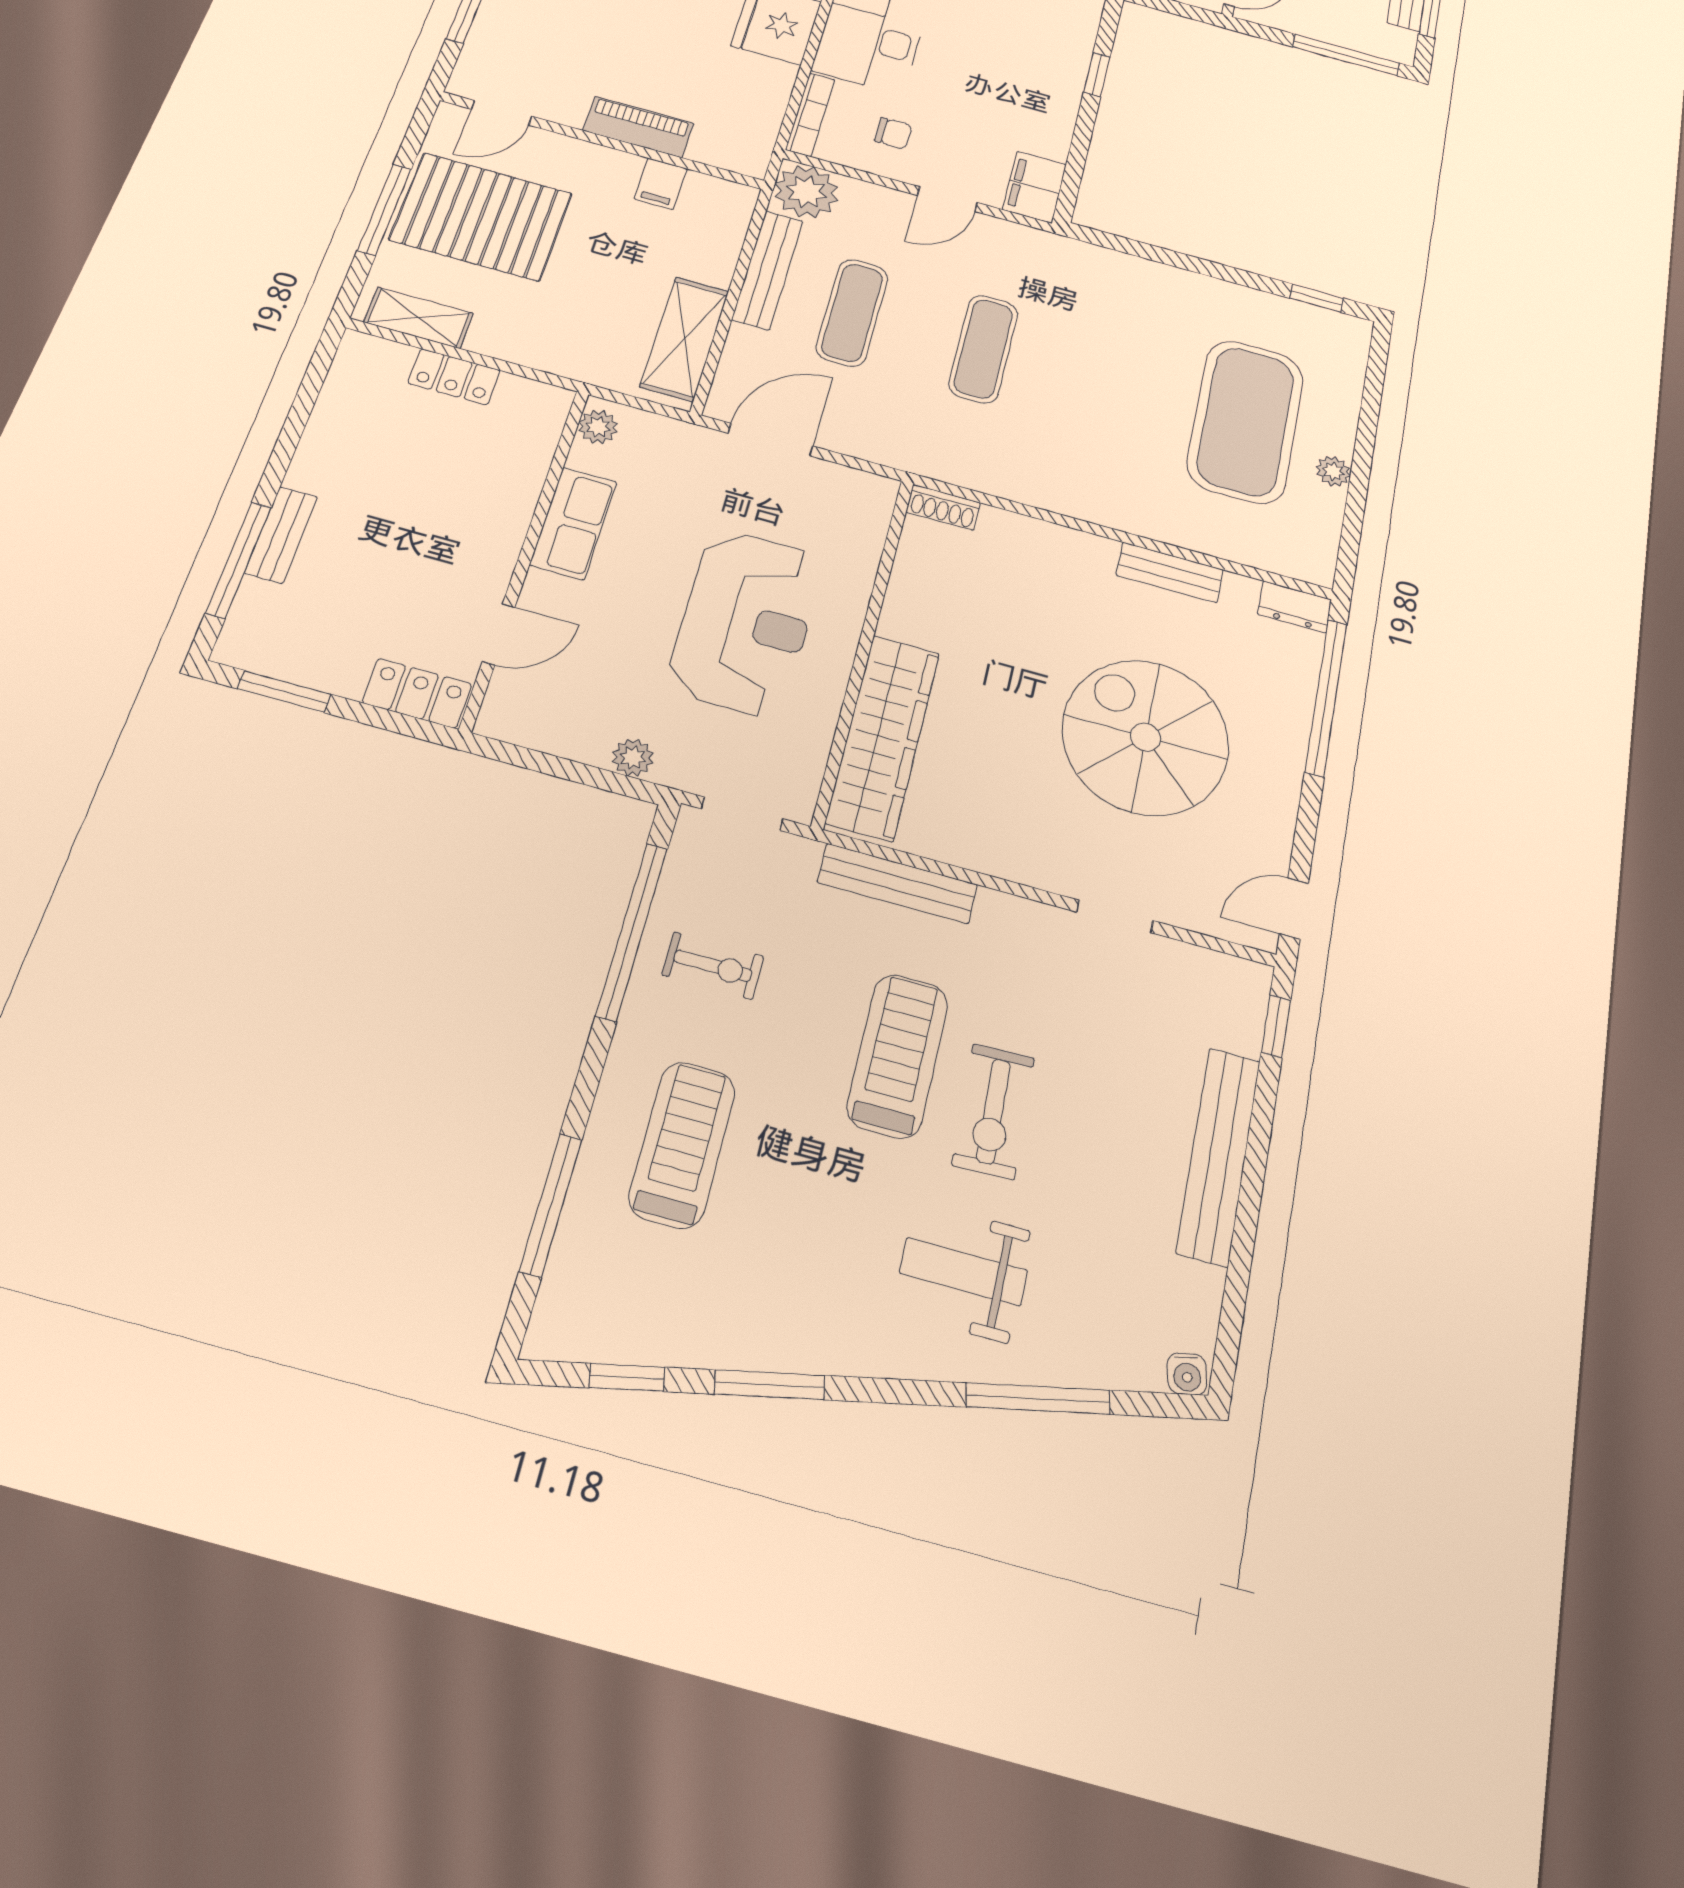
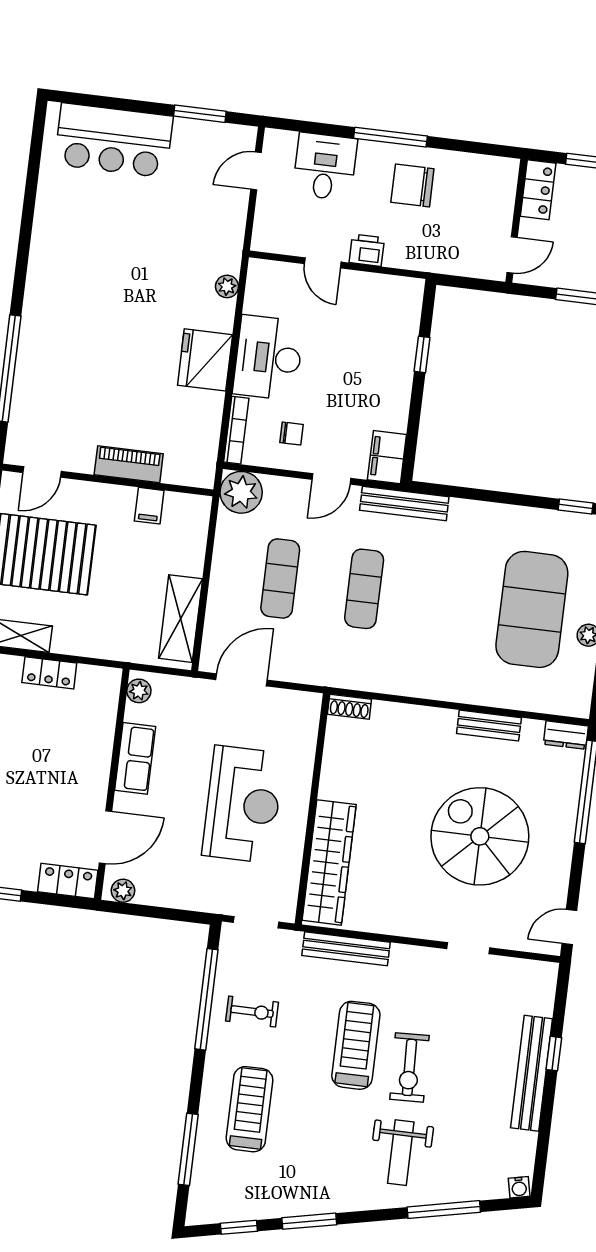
bench: (768, 270) -> (404, 503), moved, turned 90
door: (499, 634) -> (105, 837), width x1.38
plant: (633, 758) -> (123, 891), moved
window: (1276, 1026) -> (554, 1054), moved
weight bench: (963, 1272) -> (401, 1153), turned -90

